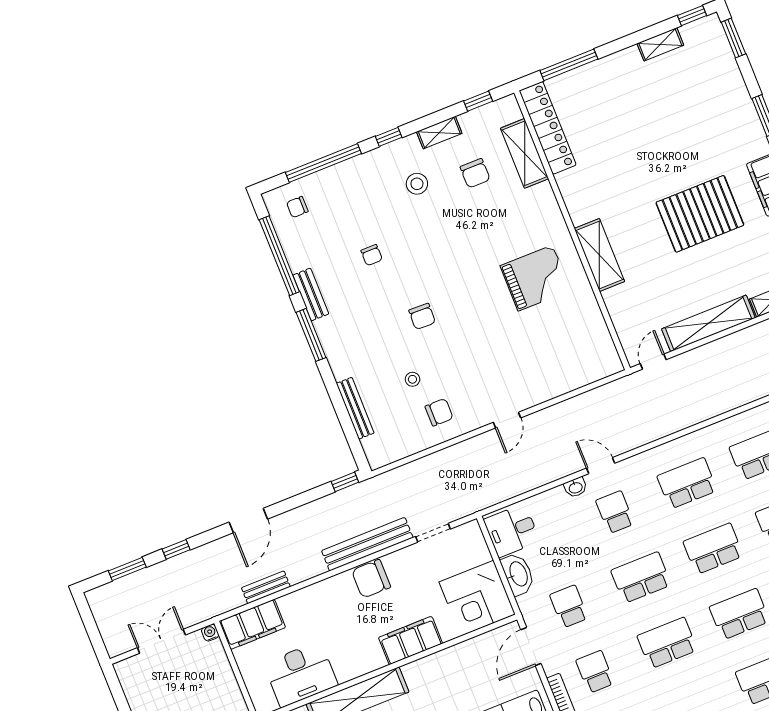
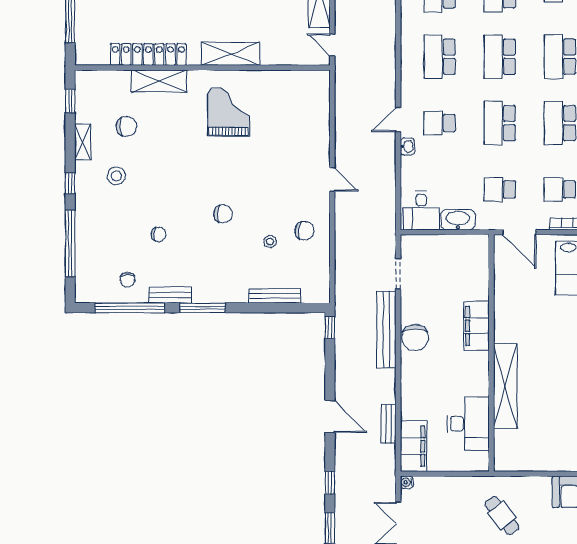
locker: (548, 128) -> (148, 55), moved
shelving: (525, 153) -> (159, 81), moved
chair: (297, 207) -> (127, 280), moved
chair: (439, 412) -> (305, 231), turned 98
corner desk: (477, 598) -> (464, 260), removed

